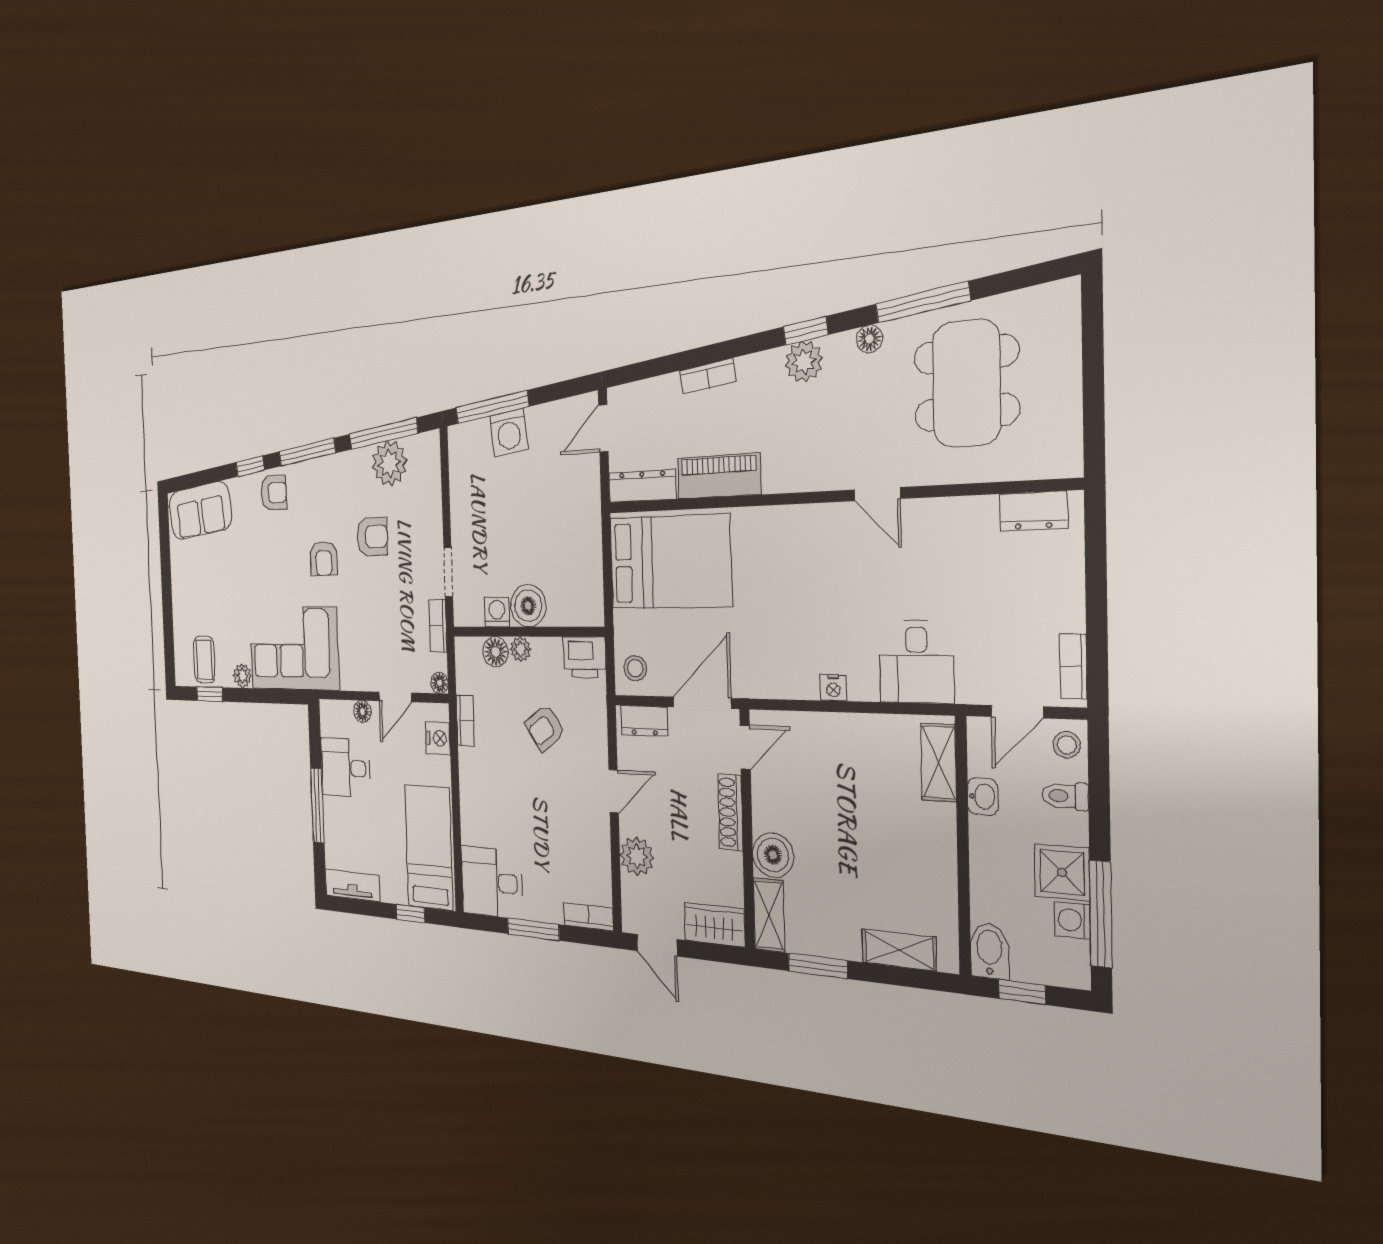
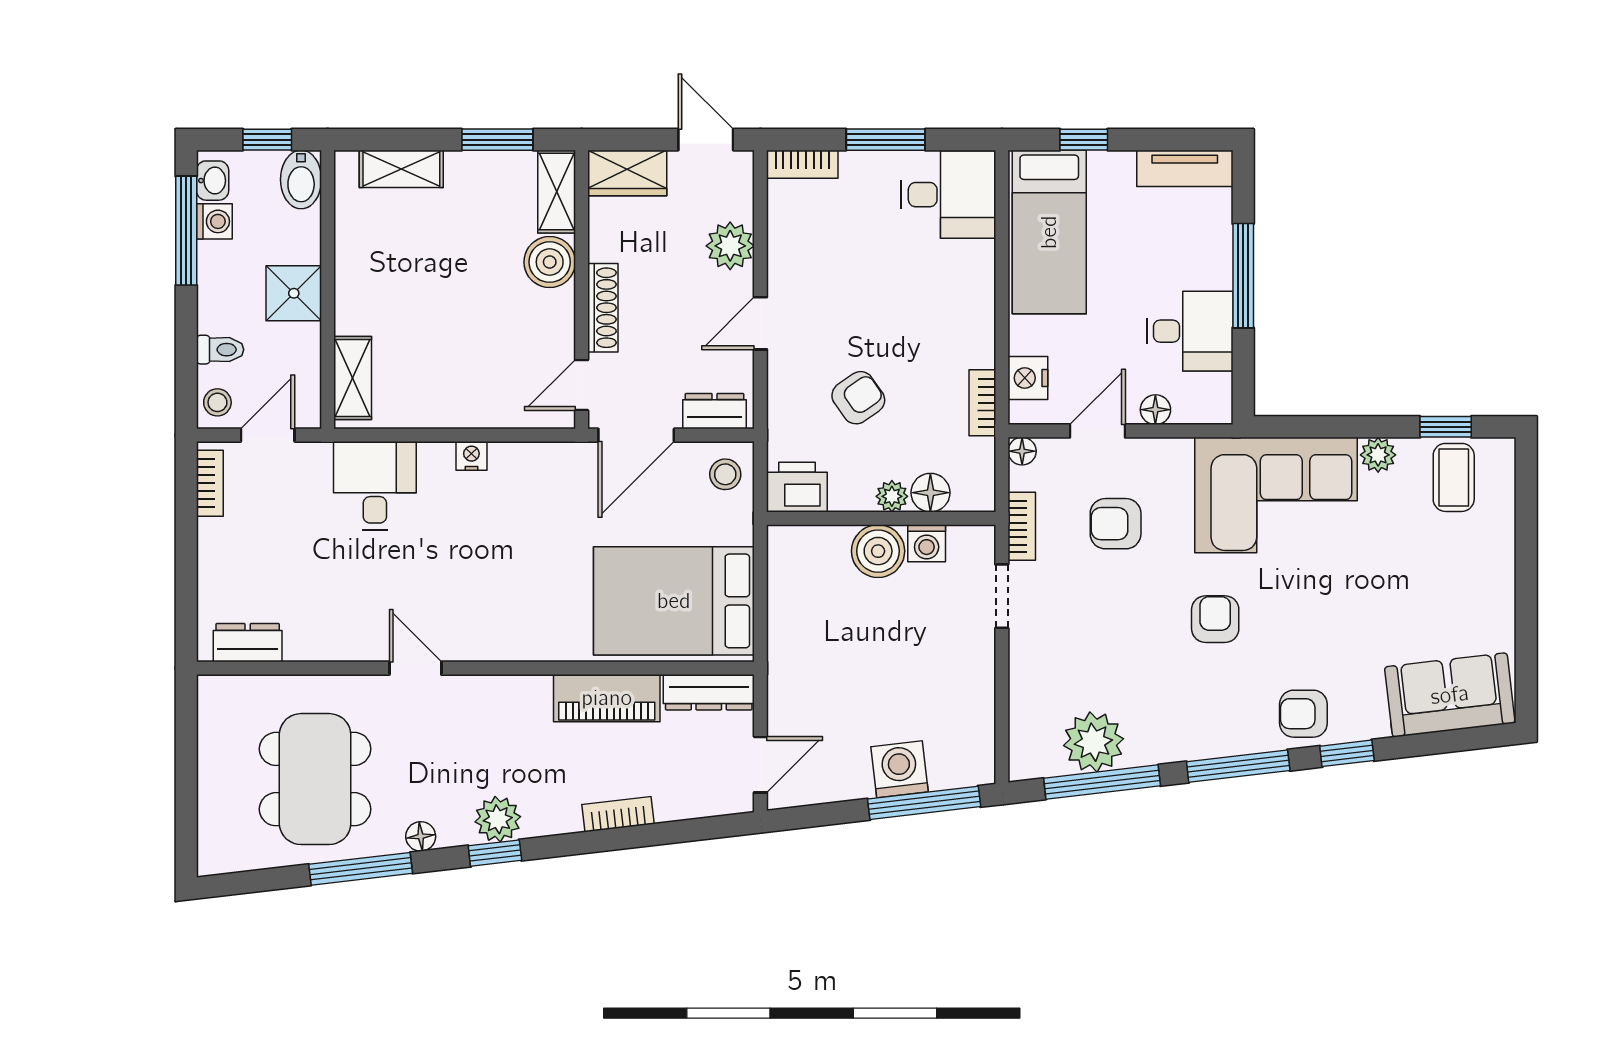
armchair: (372, 537) -> (1116, 524), moved
washbasin: (983, 797) -> (213, 181), moved, turned 180
shower: (1062, 872) -> (294, 293), moved

